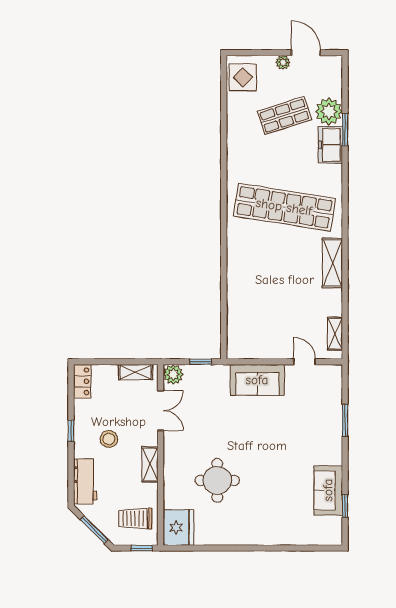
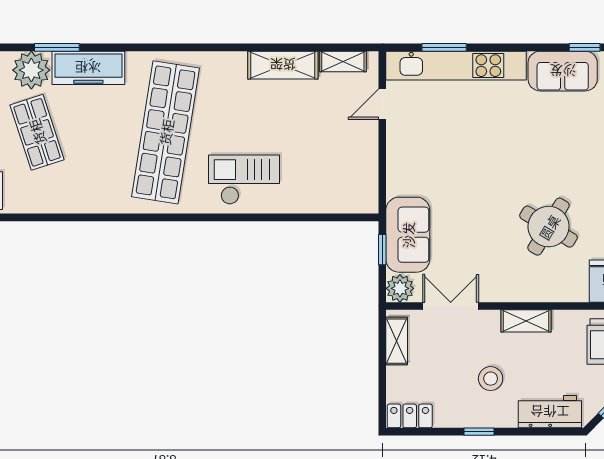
freezer: (330, 145) -> (88, 68), width x1.40
checkout: (251, 263) -> (244, 180), added
shelving: (332, 263) -> (283, 65), moved
sofa: (257, 380) -> (408, 235), moved
kitchen unit: (332, 414) -> (456, 66), added
window: (345, 420) -> (444, 47), moved
round table: (217, 480) -> (549, 227), turned 31

